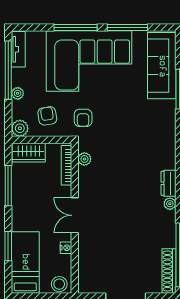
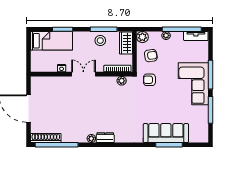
corner sofa: (89, 61) -> (193, 84), width x0.73, depth x0.74
sofa: (162, 66) -> (166, 133), moved
stool: (59, 284) -> (100, 40), moved

